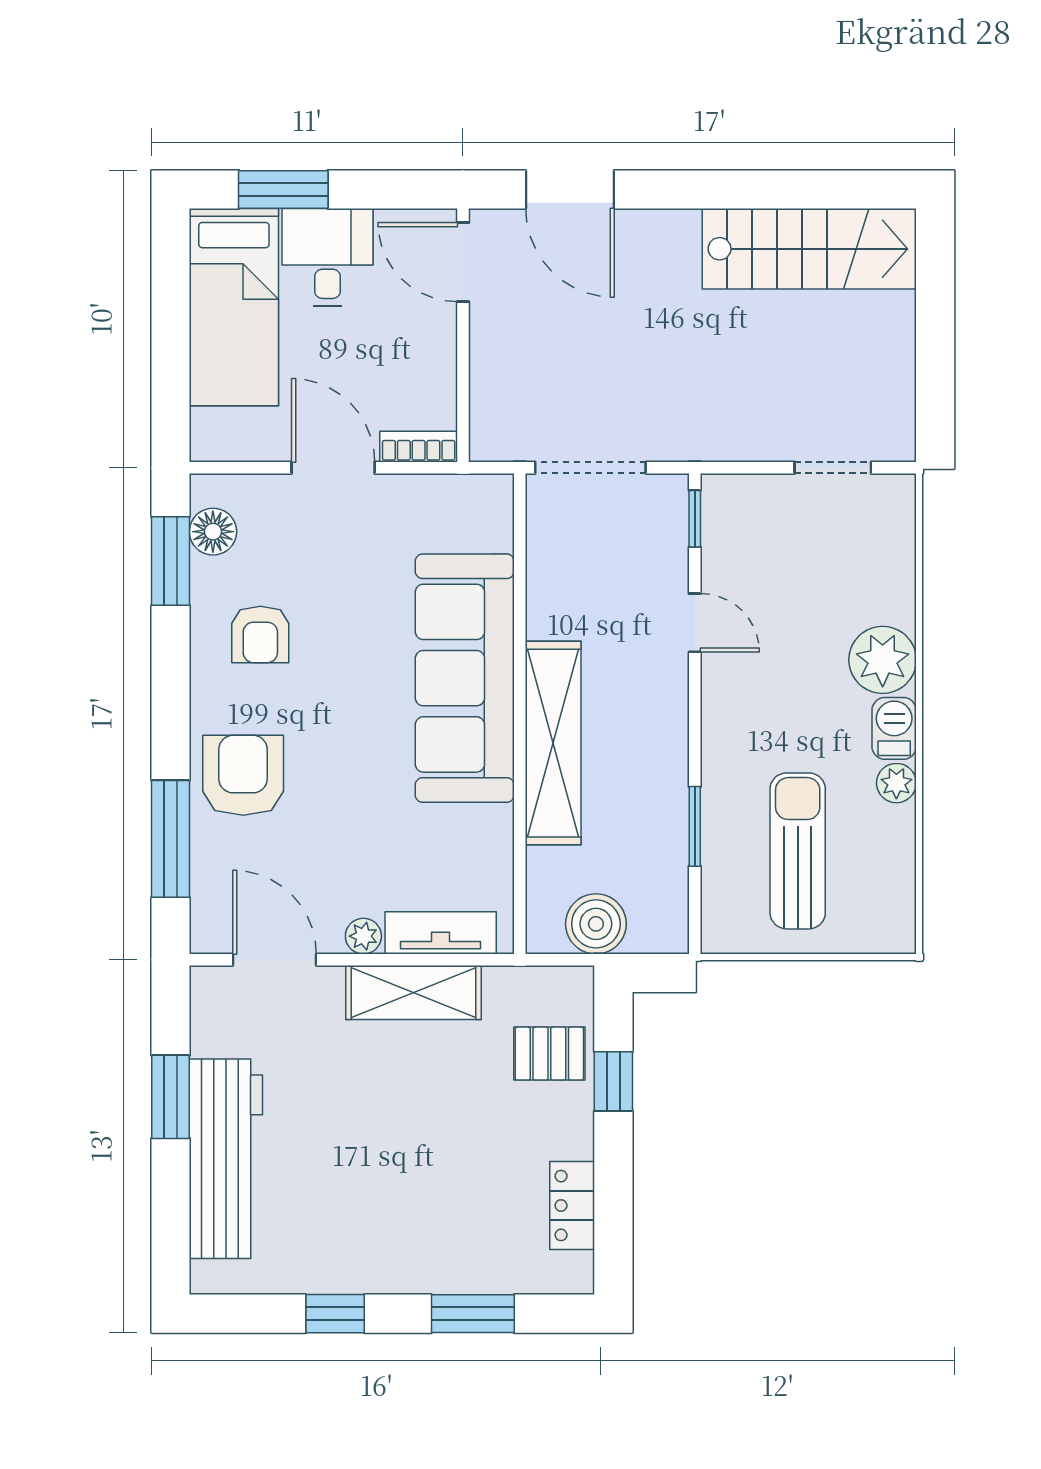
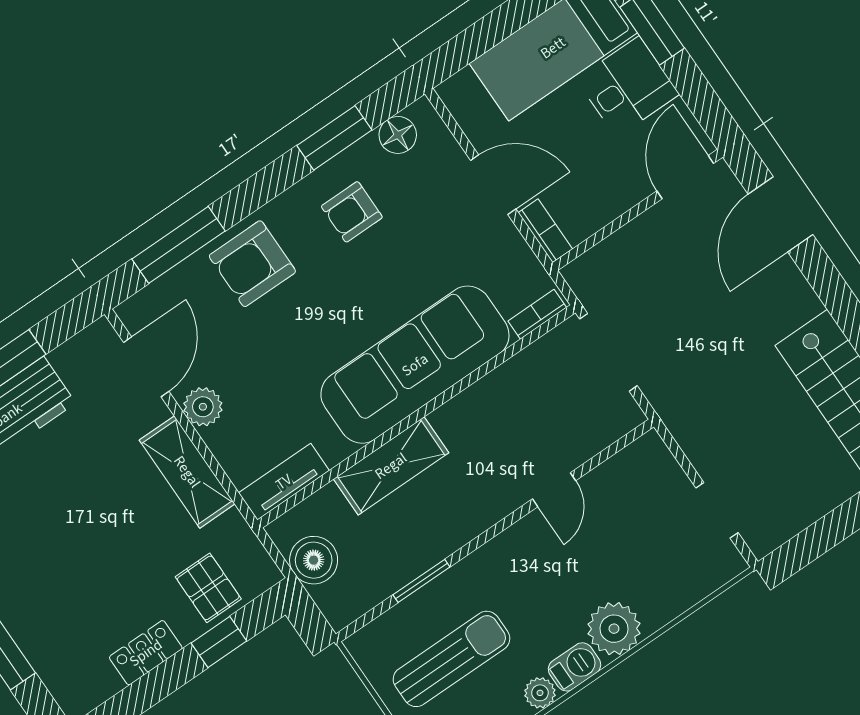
door: (333, 468) -> (493, 185), hinge flipped
bookcase: (500, 515) -> (537, 314), added
window: (695, 519) -> (622, 443), removed
window: (171, 561) -> (334, 138), moved
shelving: (553, 743) -> (391, 466), width x0.68
armchair: (243, 775) -> (252, 264), turned 180
tv unit: (441, 933) -> (284, 482), moved, turned -90
plant: (363, 936) -> (203, 407), width x1.38, depth x1.38
locker: (572, 1205) -> (146, 653), moved

